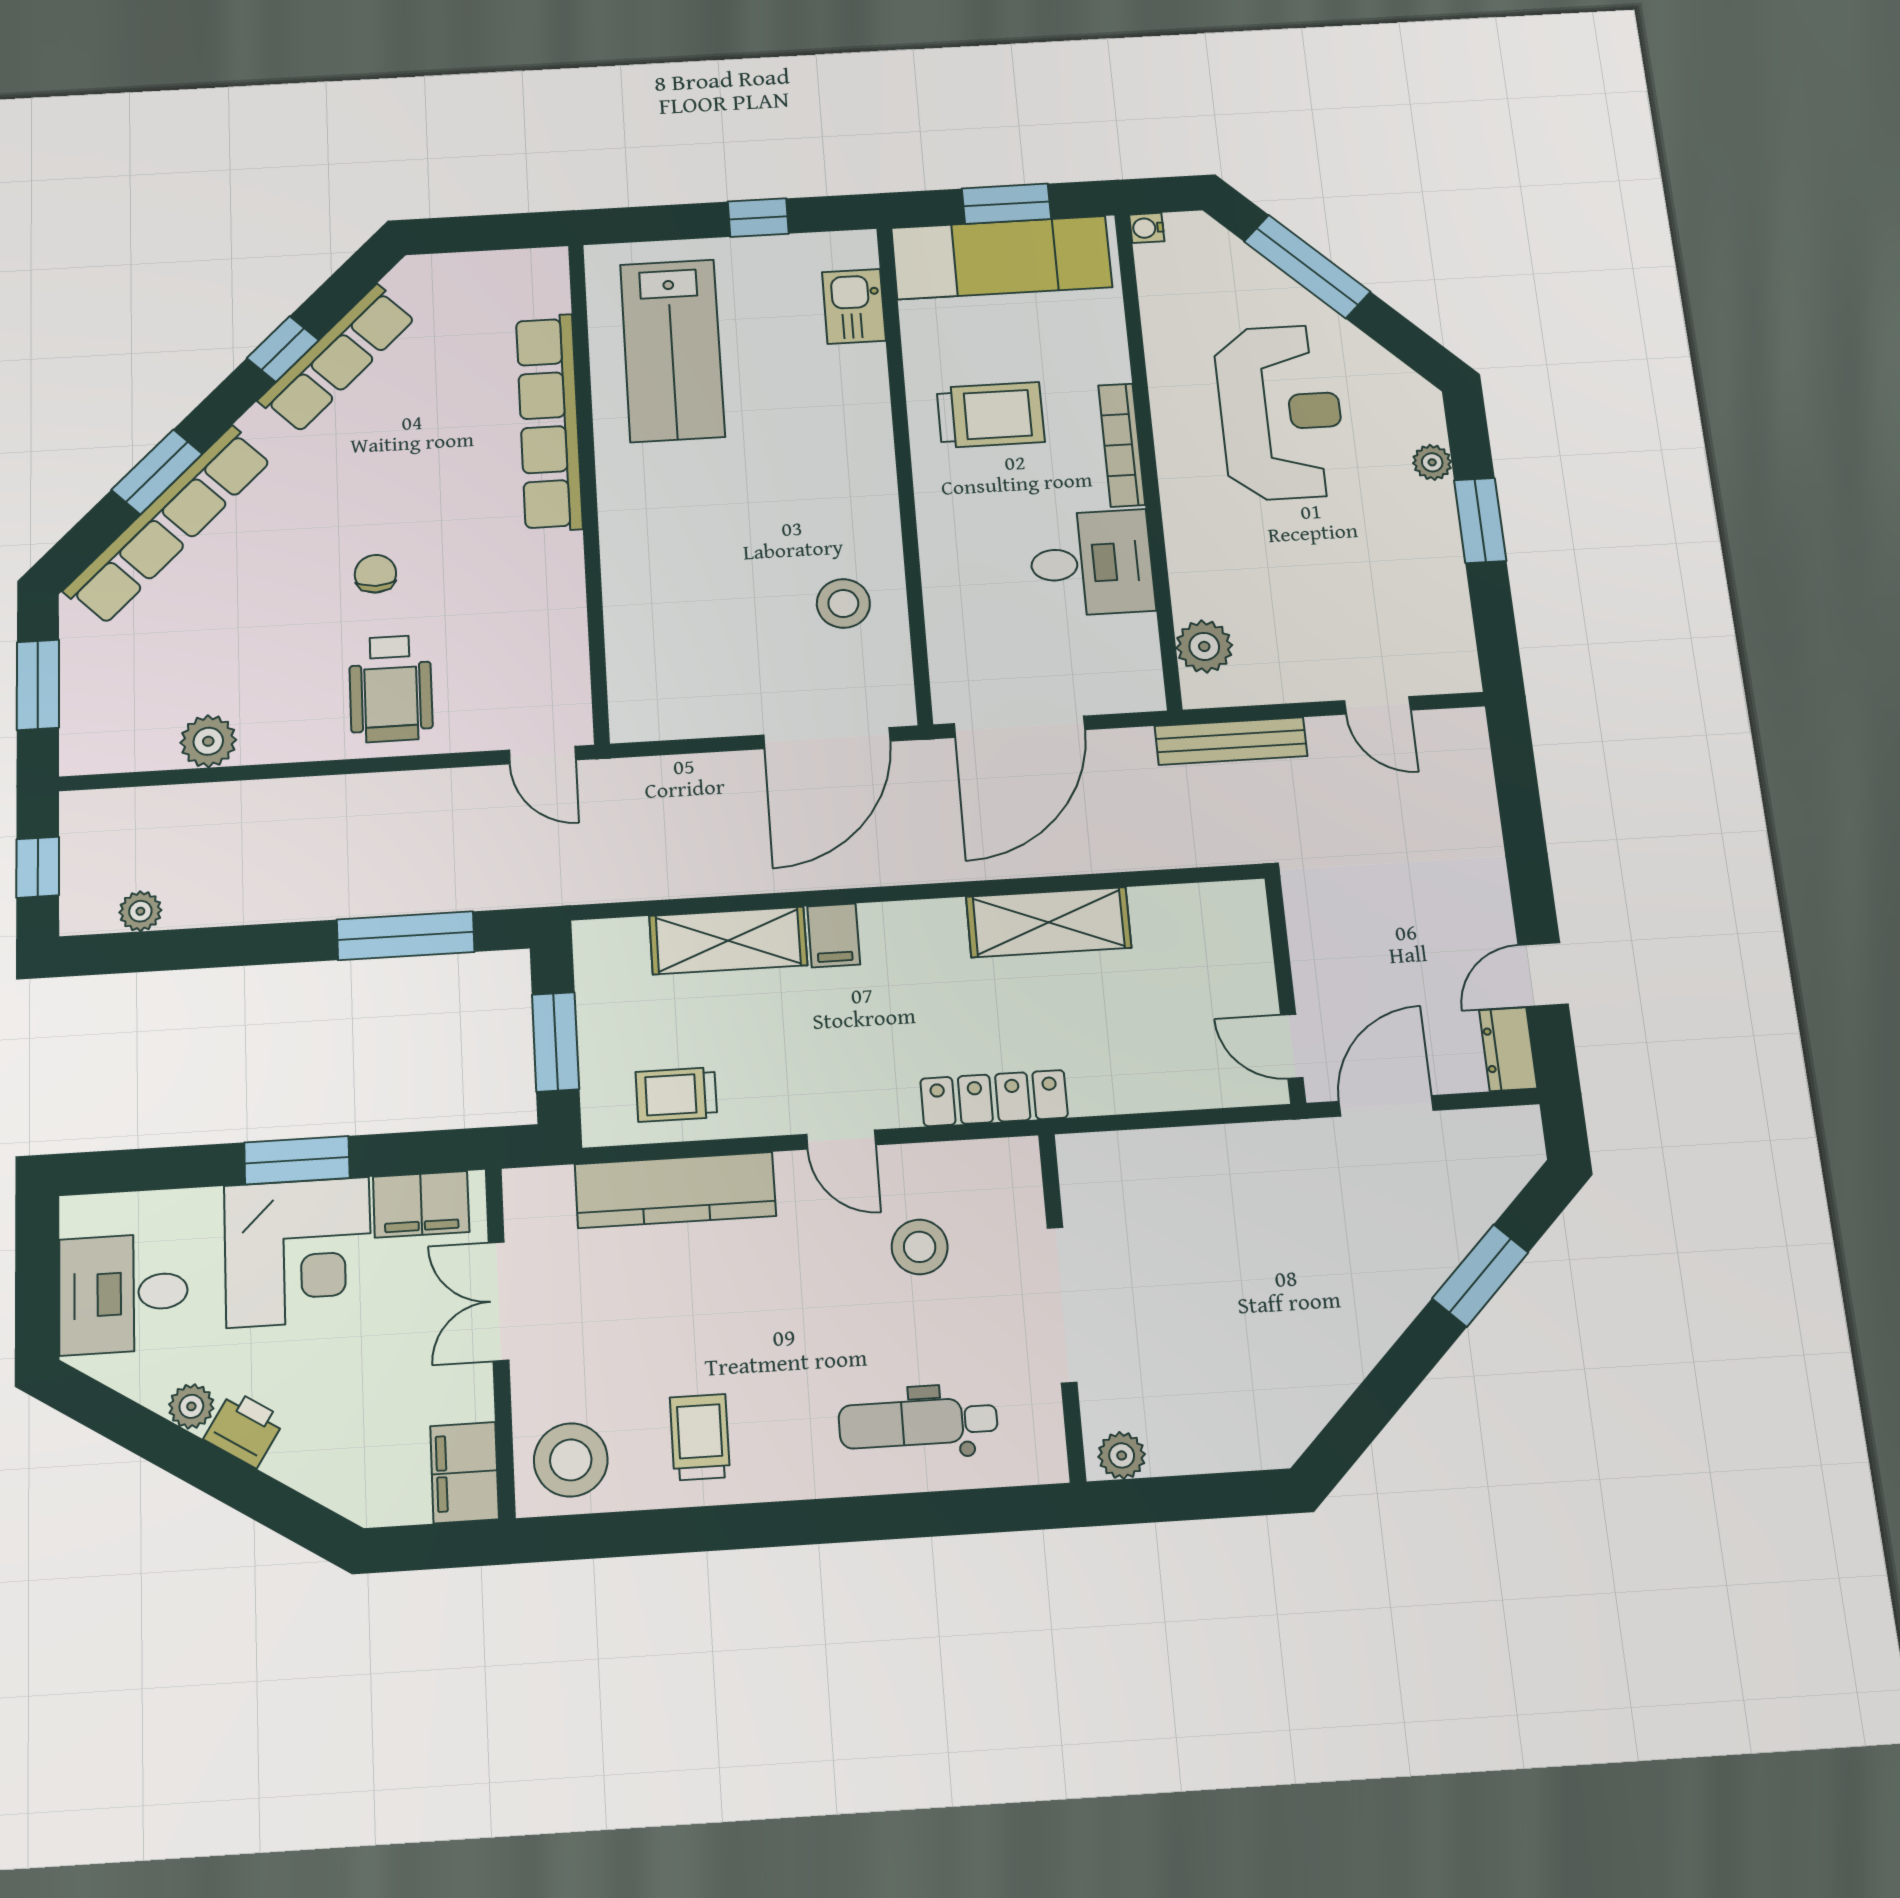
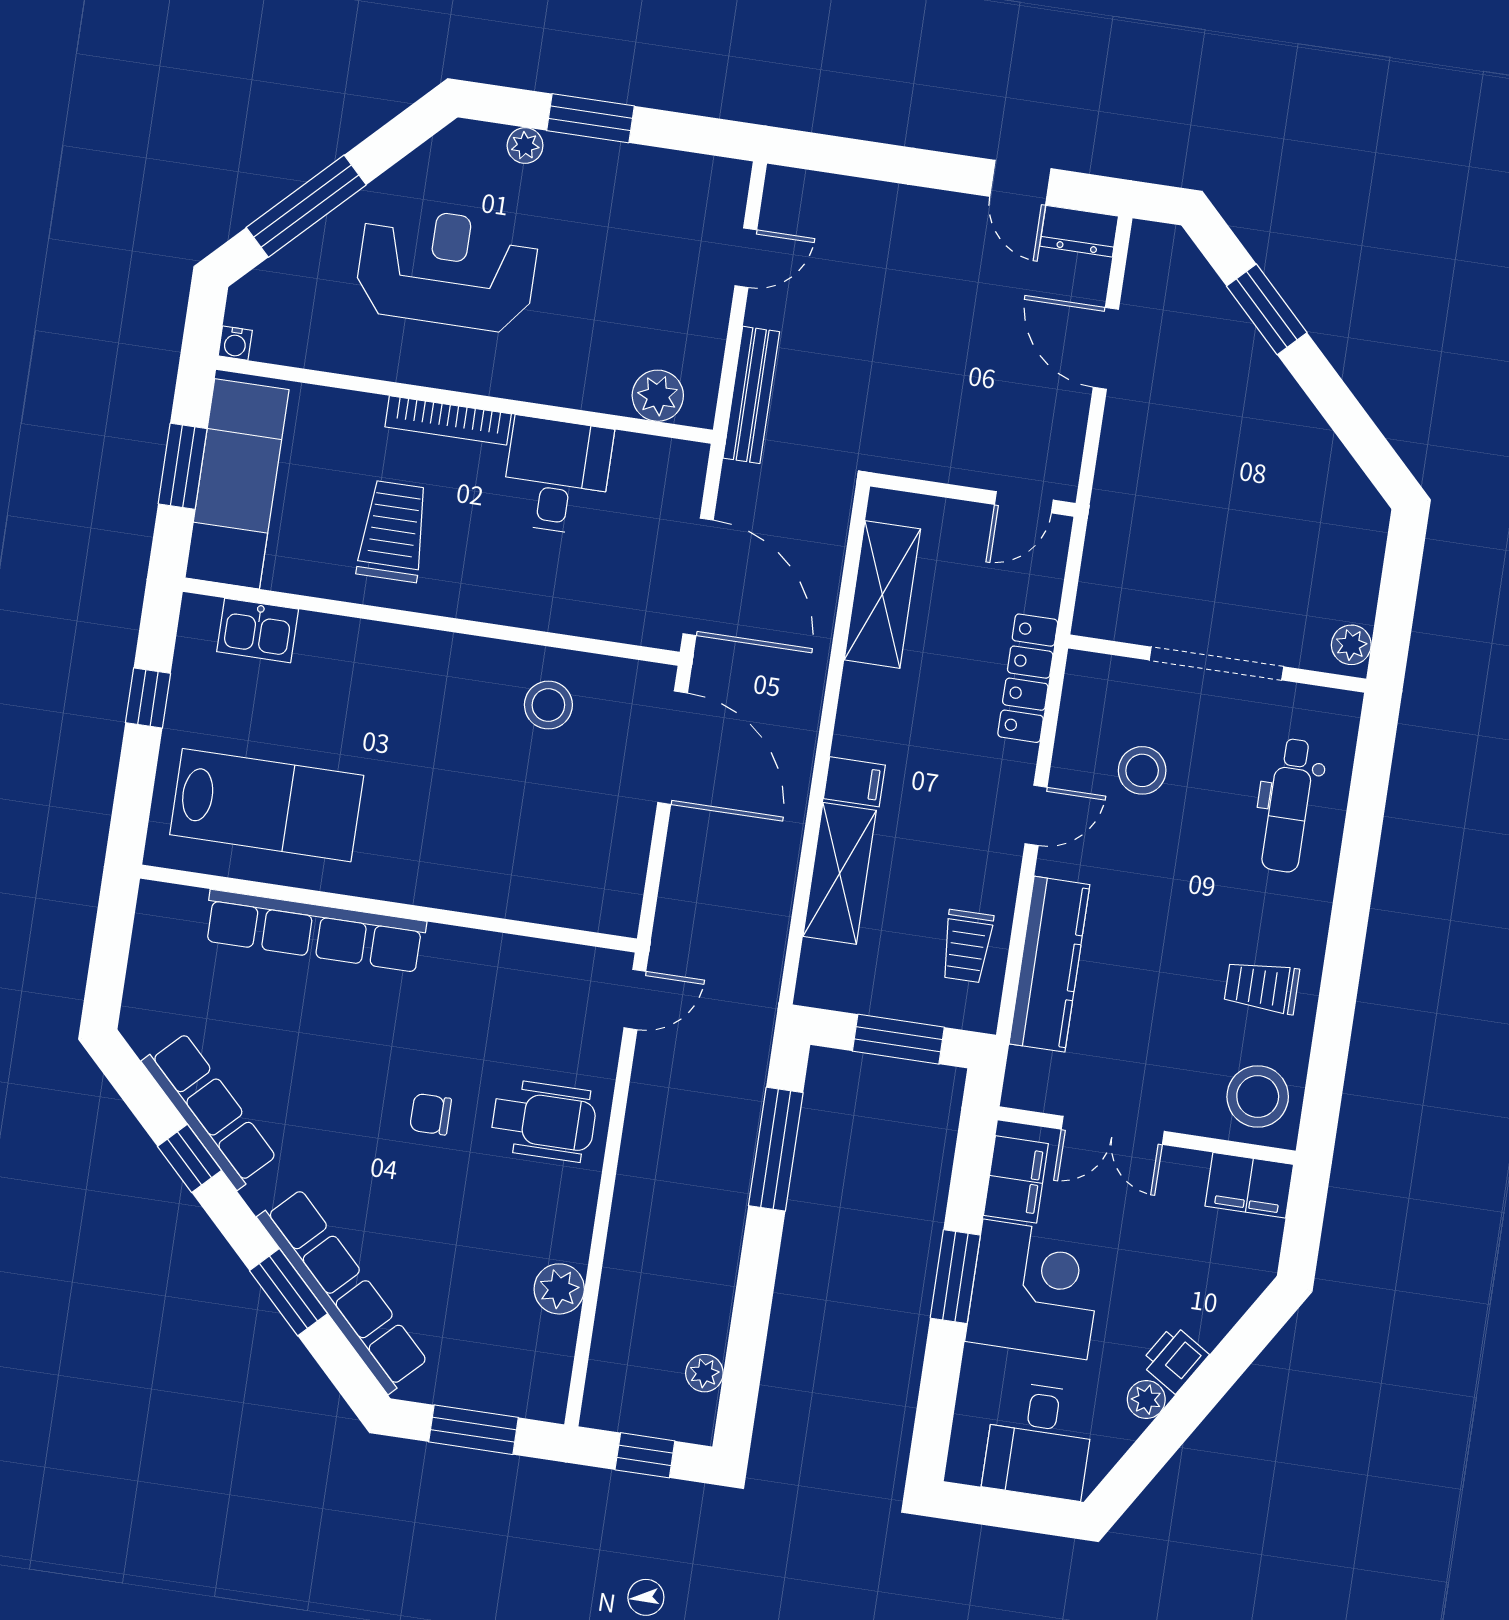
wall: (1285, 990) -> (973, 495), moved
door: (1292, 1046) -> (1024, 502), moved

